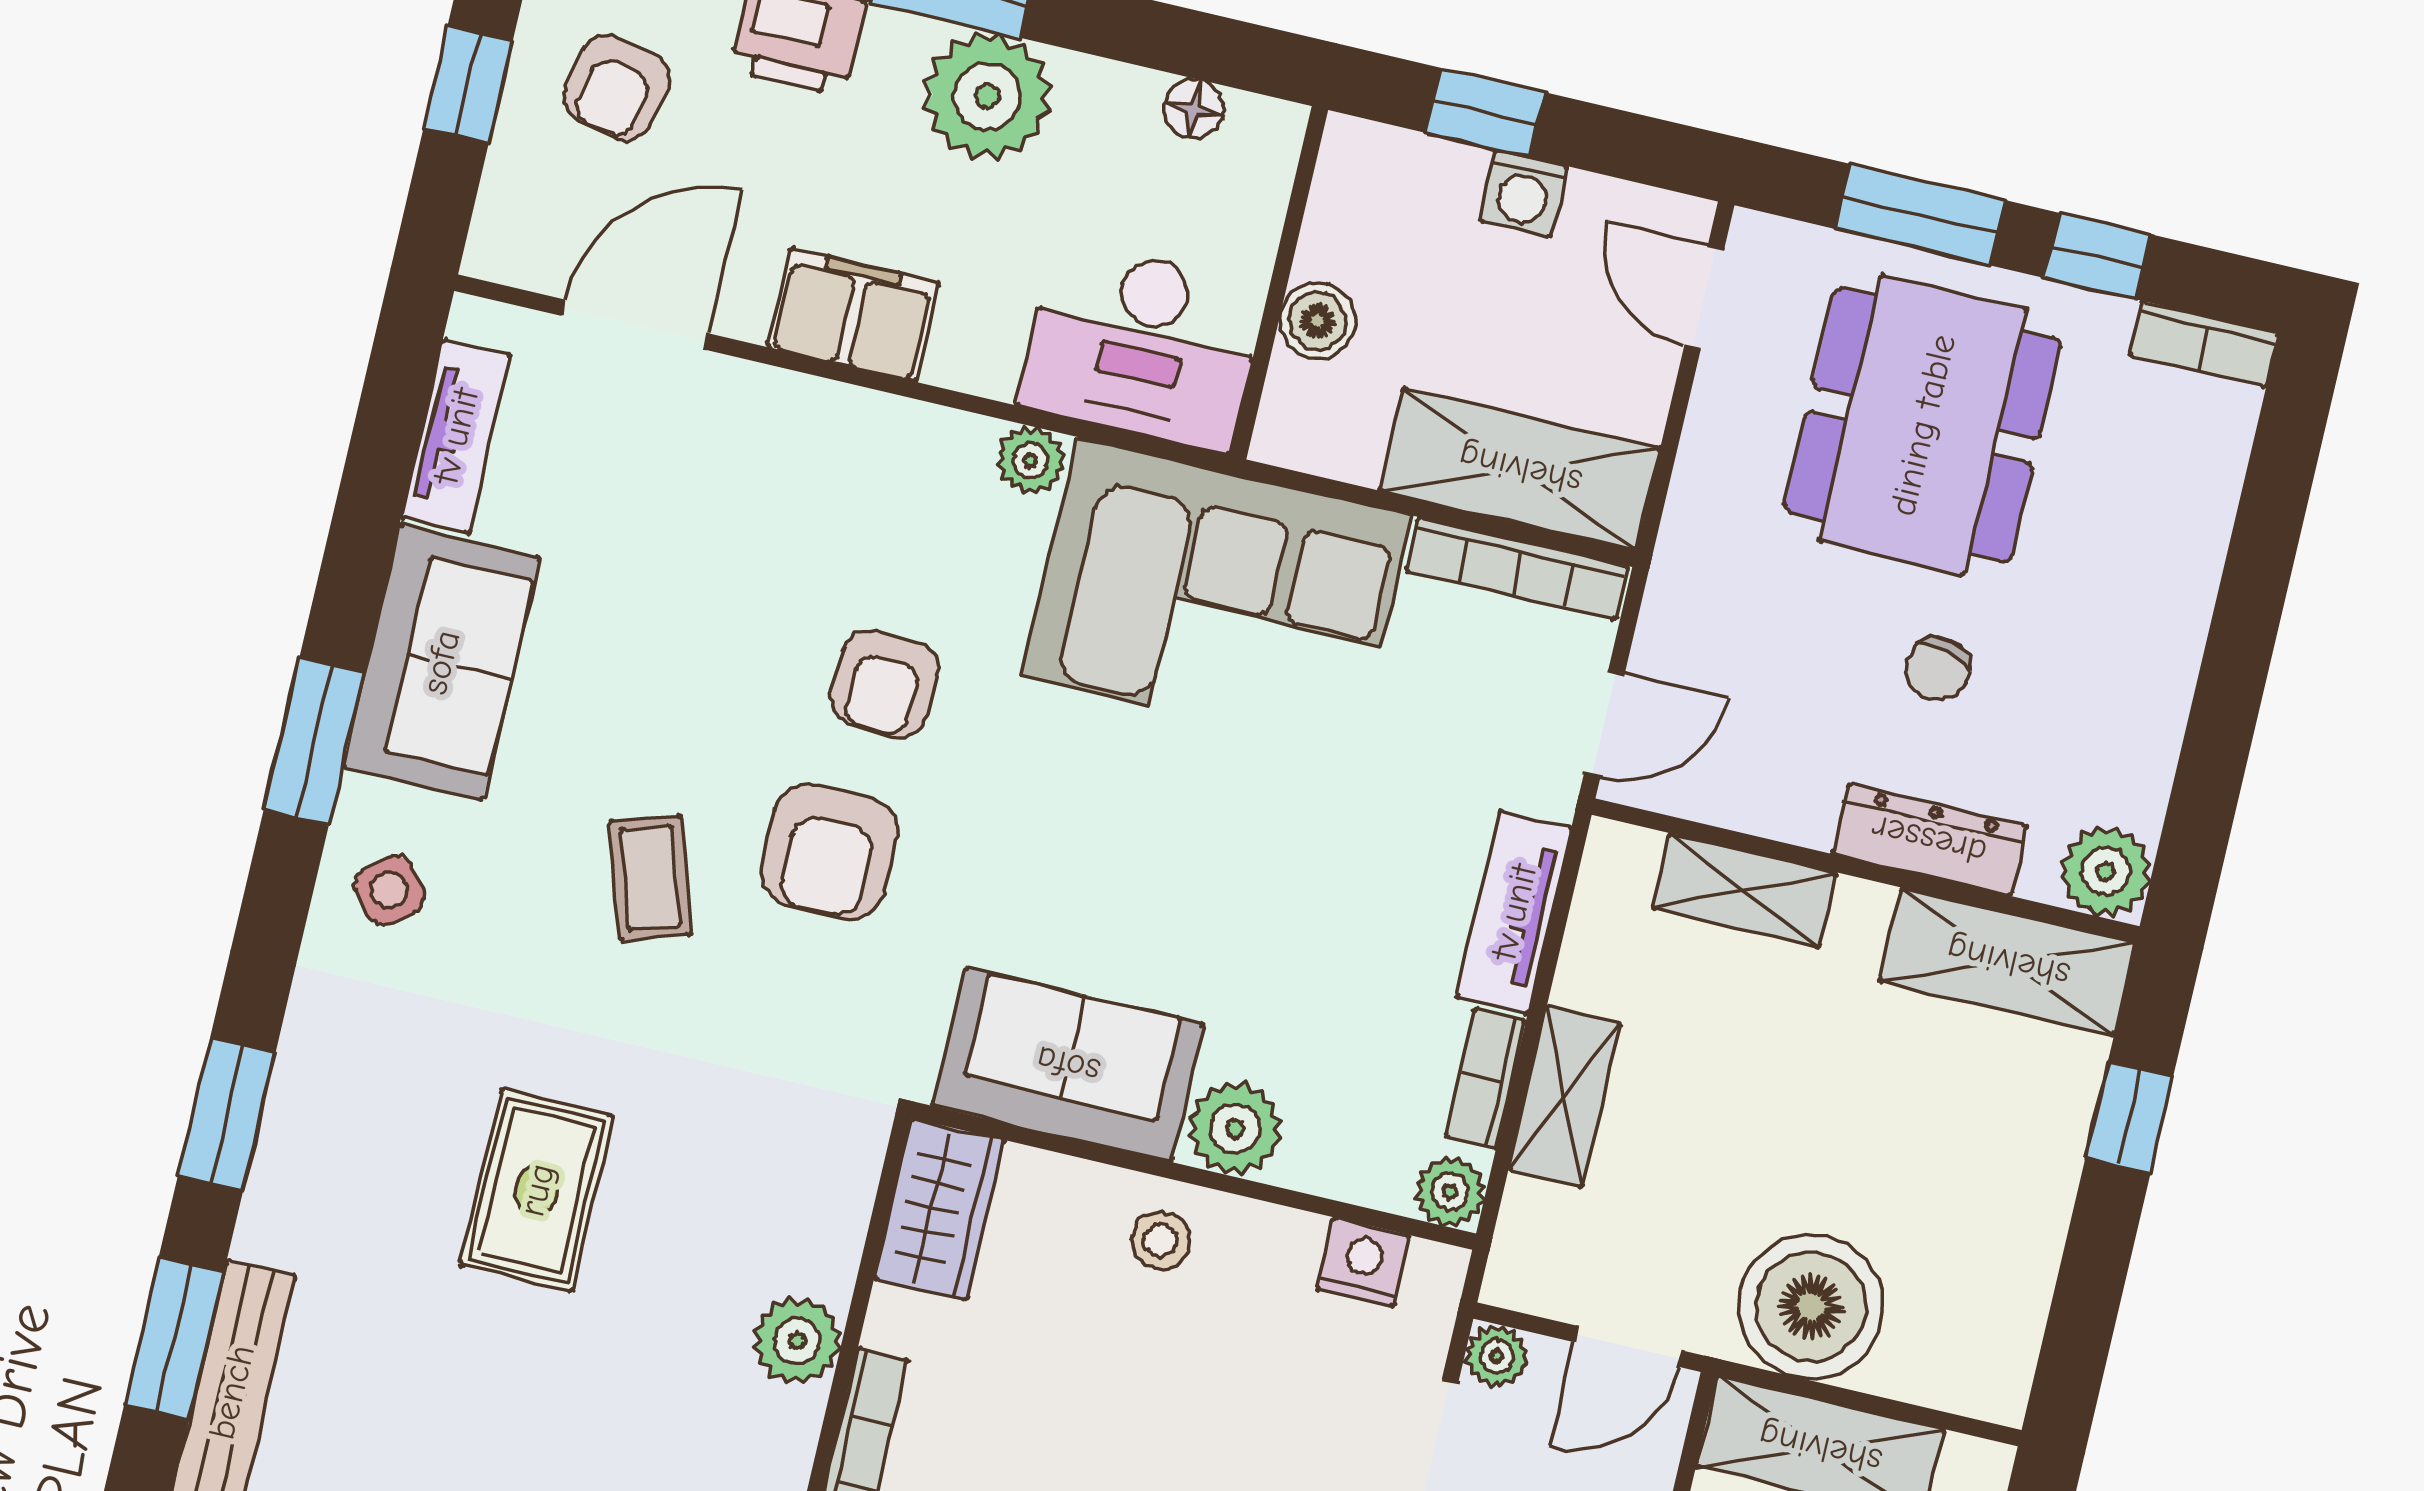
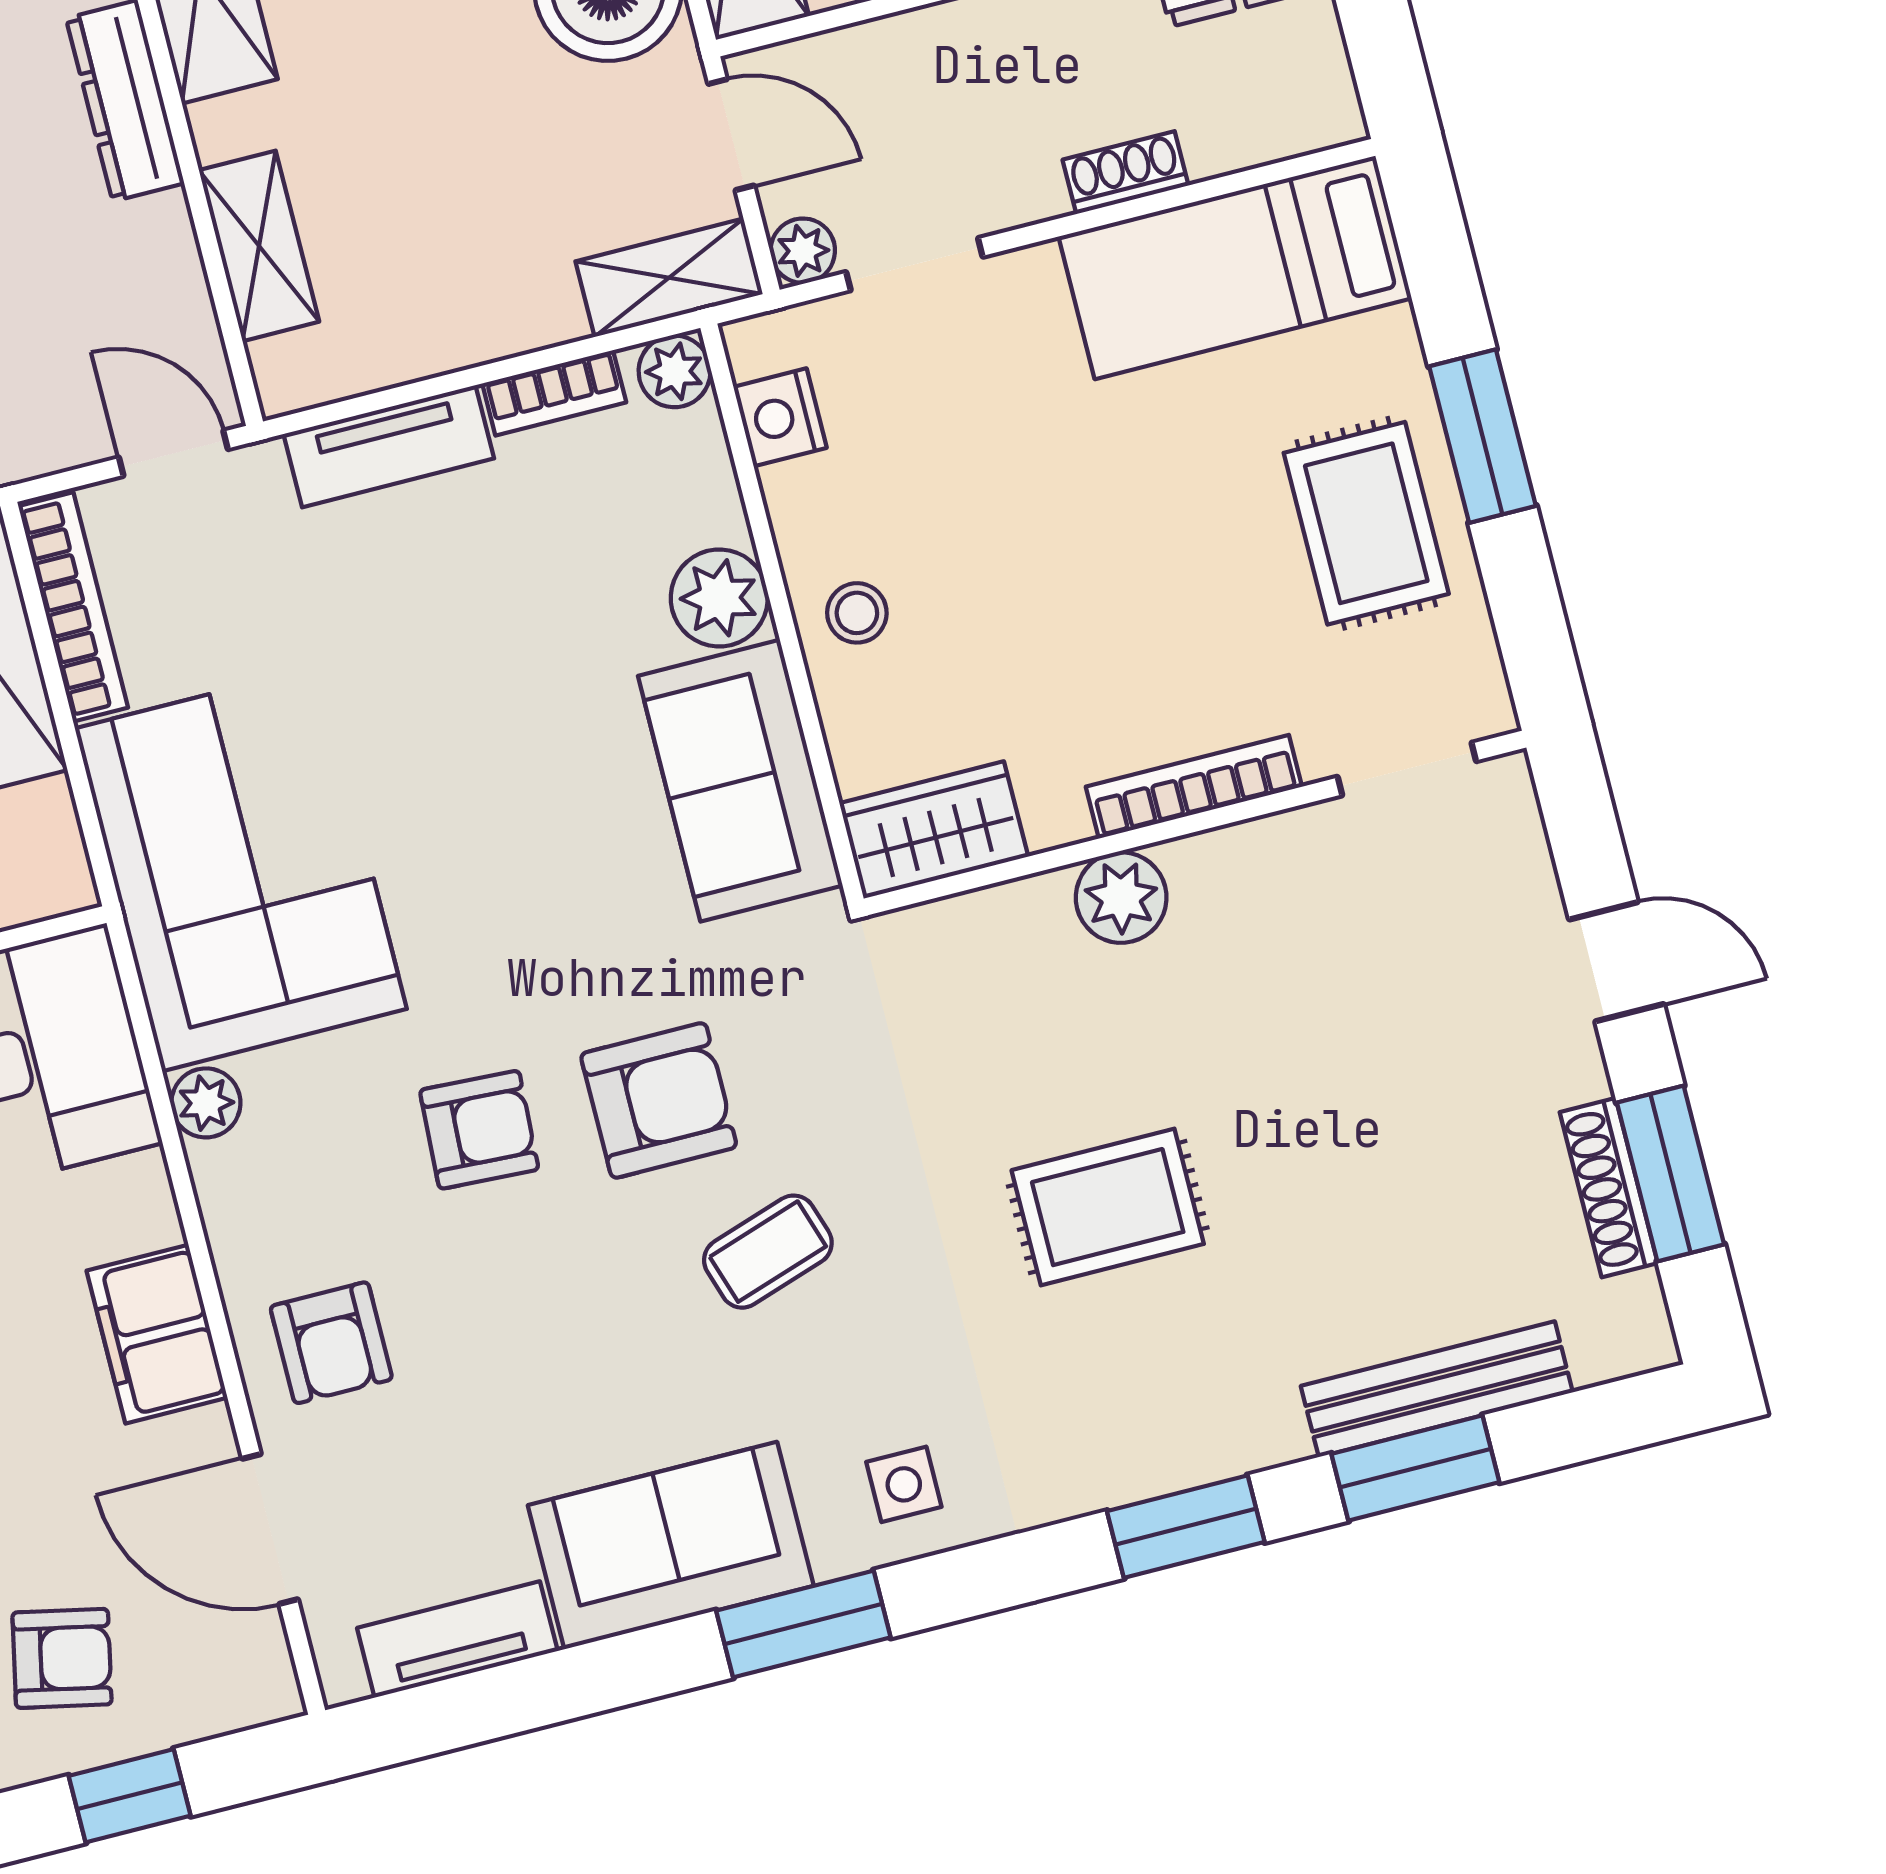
armchair: (768, 461) -> (331, 1343), added
side table: (389, 890) -> (904, 1484), turned 38
shelving: (1564, 1096) -> (669, 278), moved

